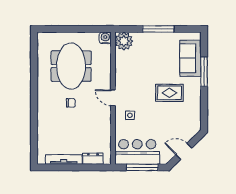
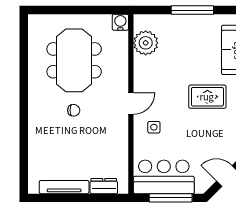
plant: (124, 41) -> (146, 43), moved
door: (113, 98) -> (131, 103), swing flipped

